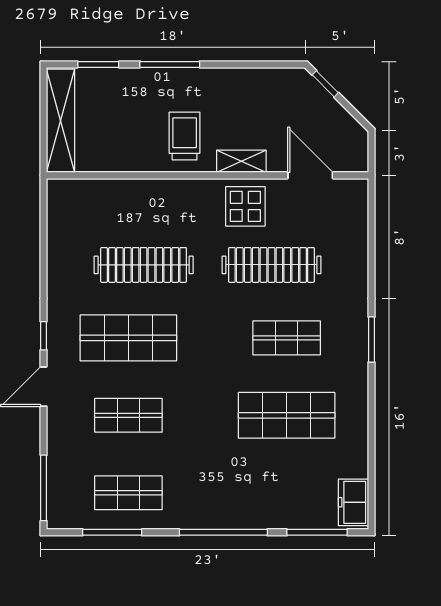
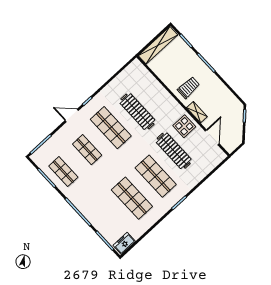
shop shelf: (287, 338) -> (156, 176), width x1.43, depth x1.36

